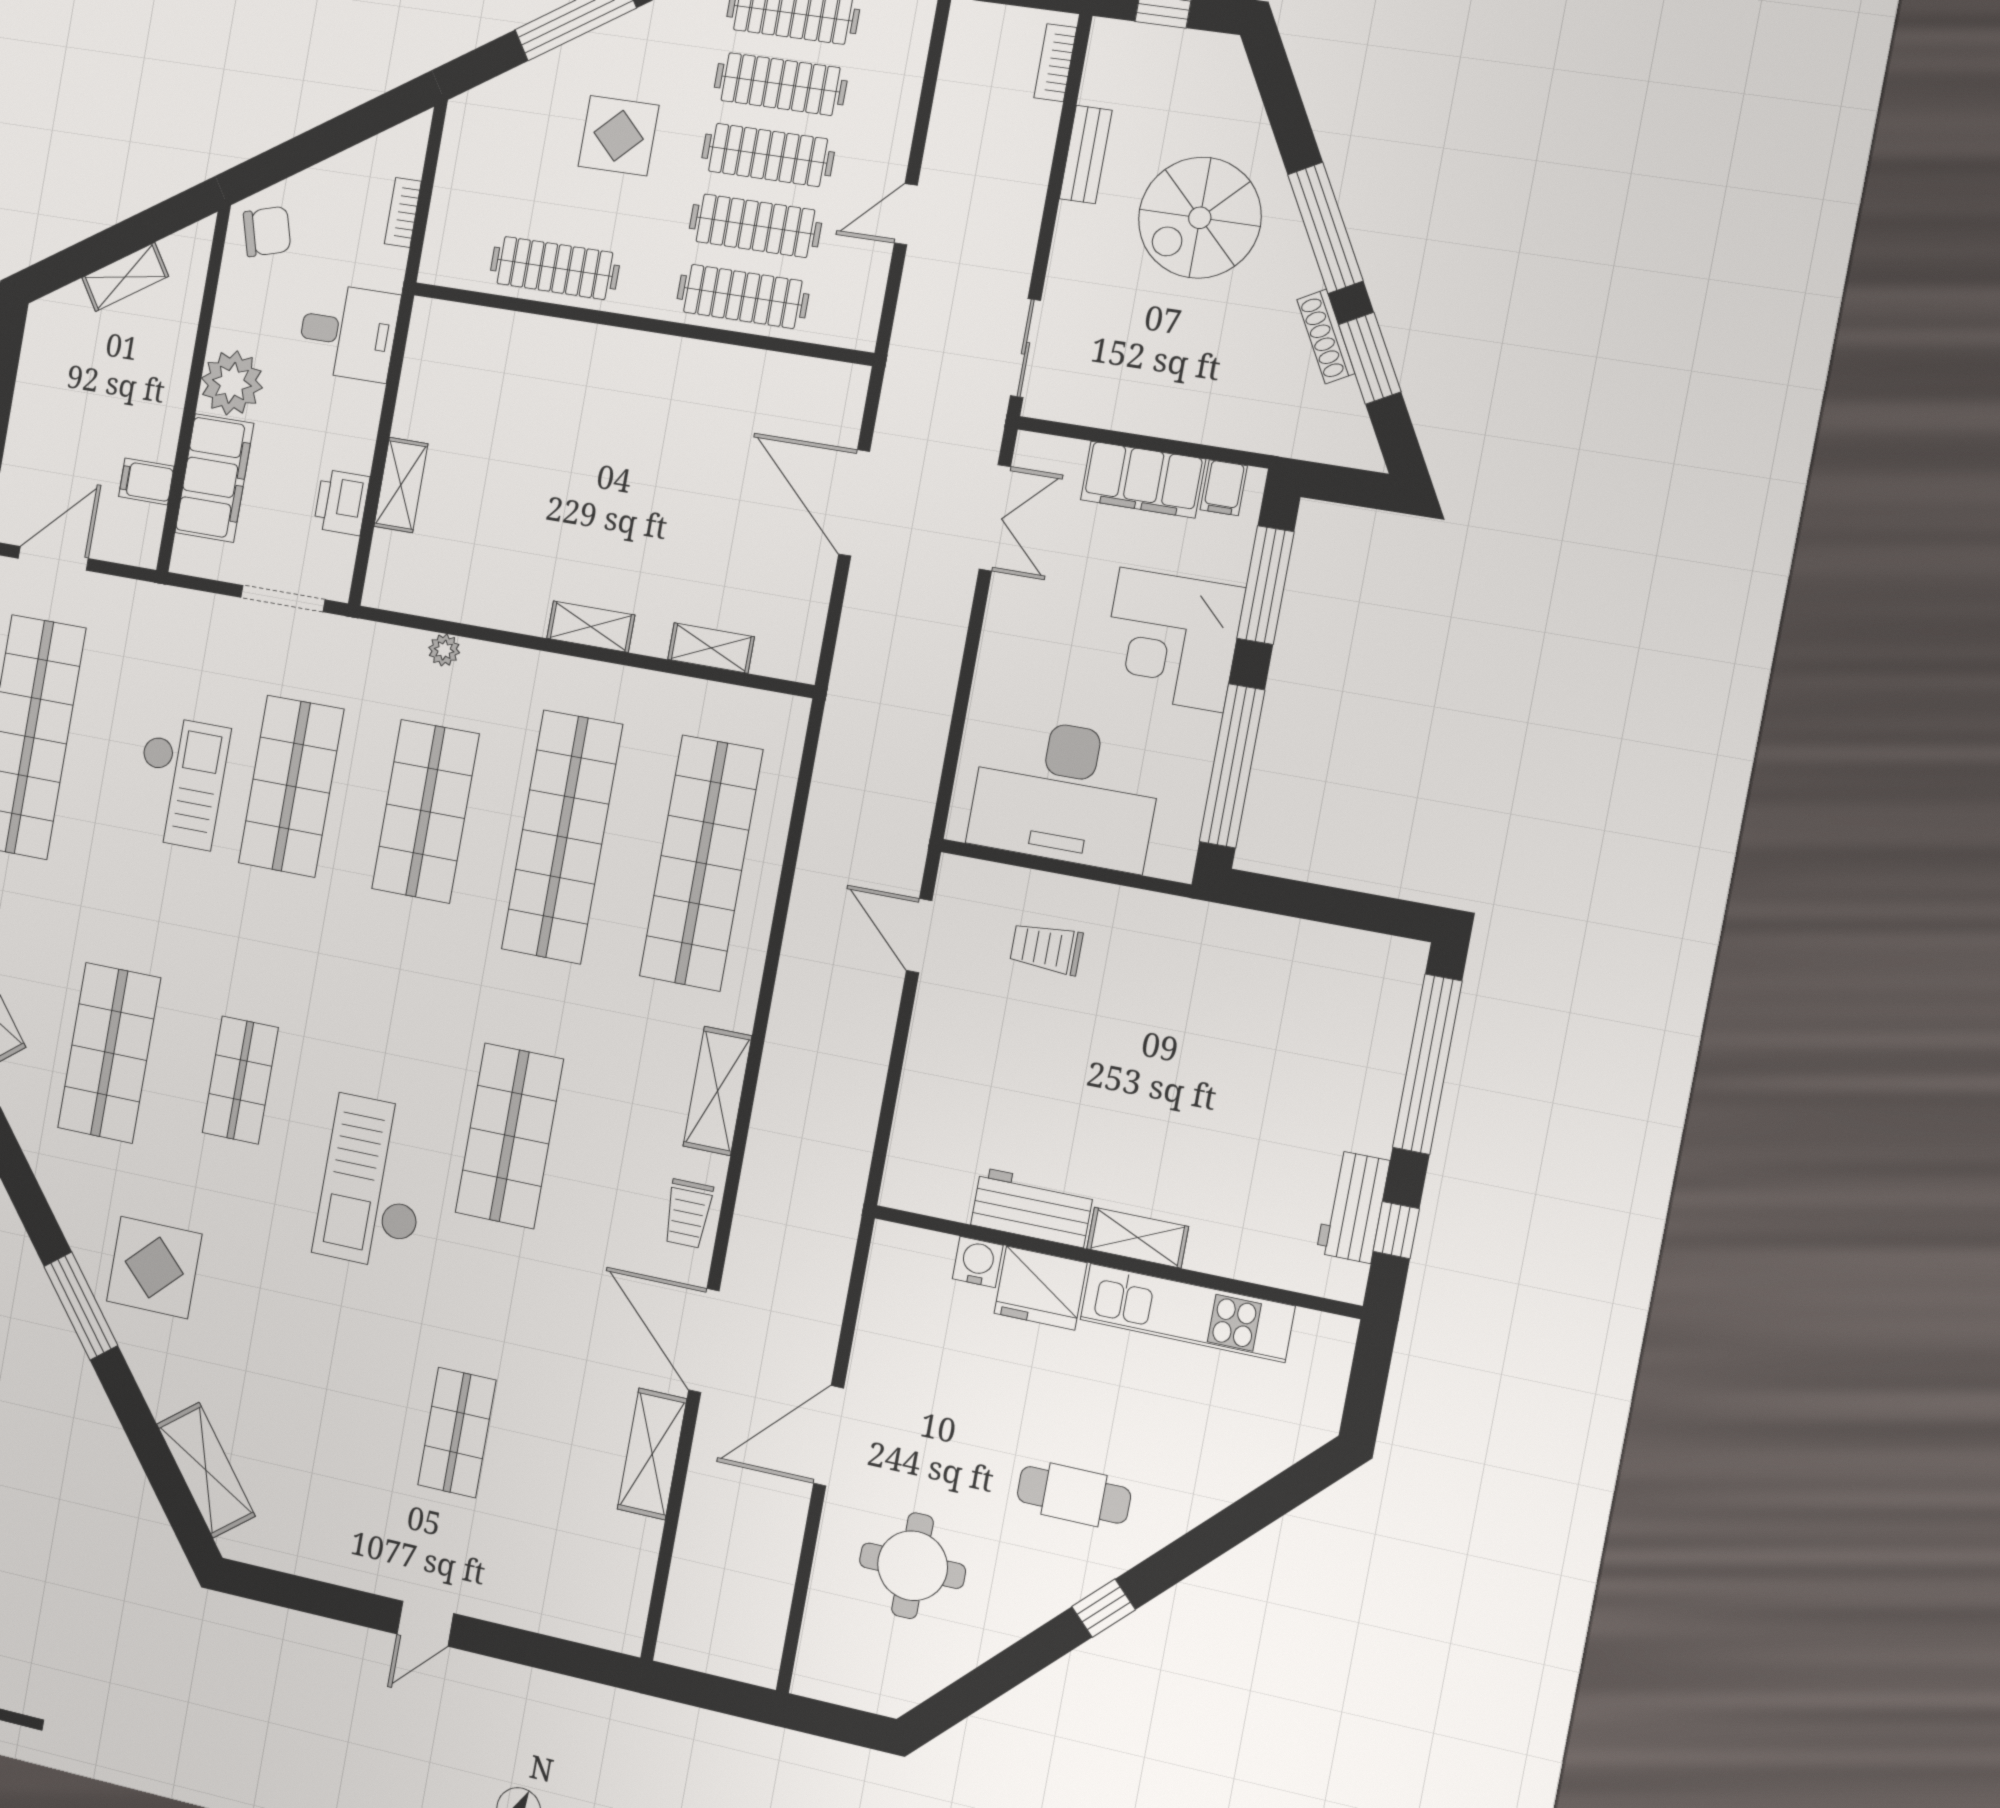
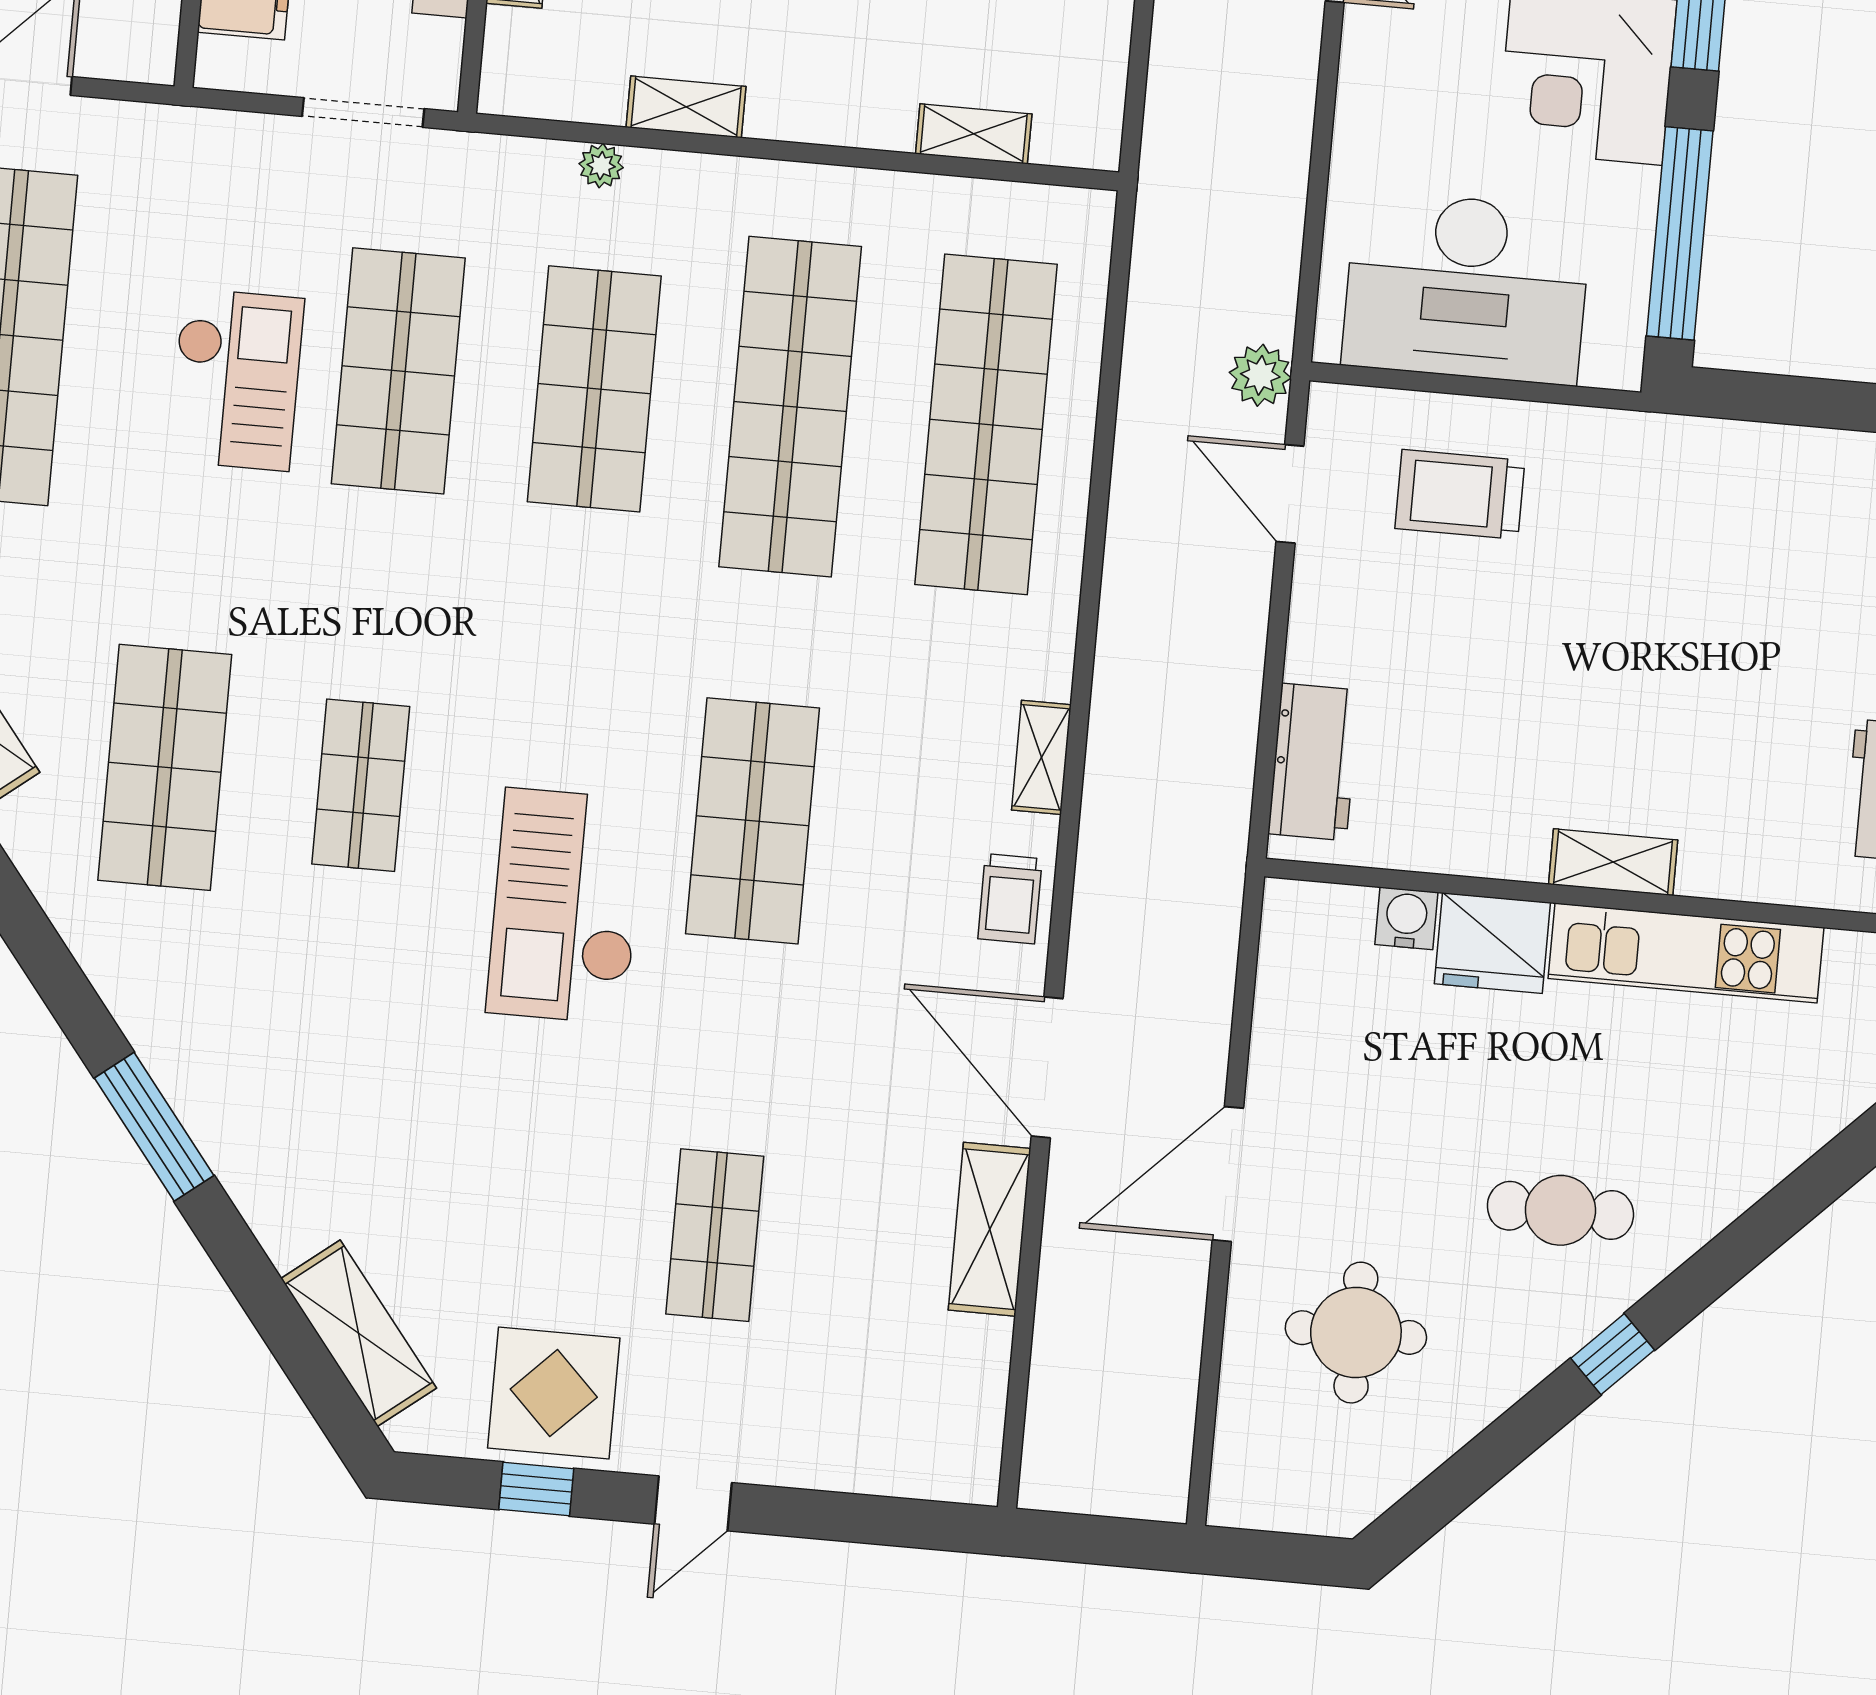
shelving: (591, 627) -> (686, 107), moved
plant: (905, 845) -> (1260, 375), added
trolley: (1046, 948) -> (1460, 494), width x1.36, depth x1.39
shelving: (717, 1091) -> (1041, 757), width x0.67, depth x0.75
workbench: (1032, 1207) -> (1314, 762), moved, turned 90
display table: (154, 1268) -> (554, 1393), moved
window: (318, 1598) -> (536, 1489), added

